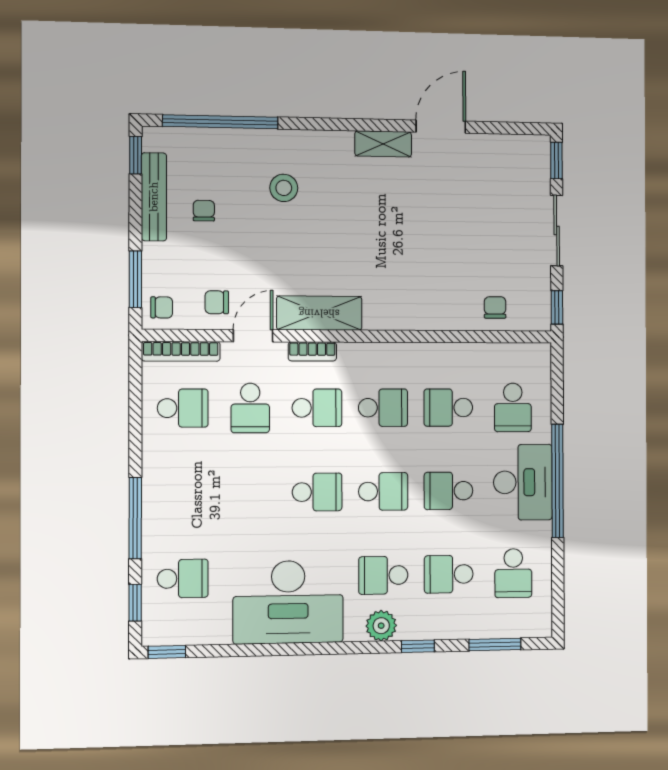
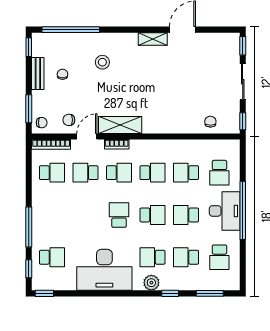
bench: (154, 197) -> (38, 74), width x0.73
school desk: (250, 408) -> (86, 173), turned 90
school desk: (317, 492) -> (119, 215), turned -90

